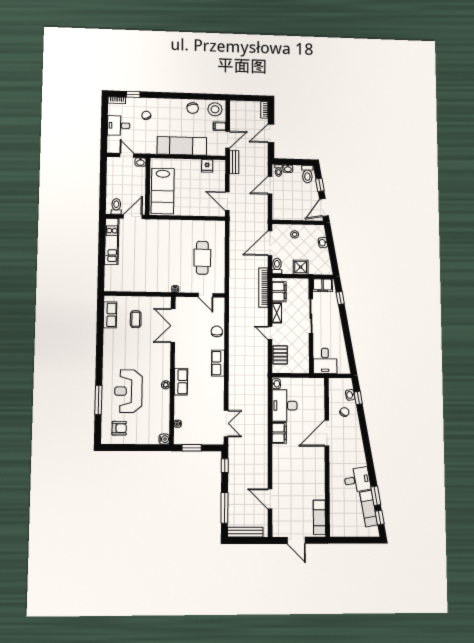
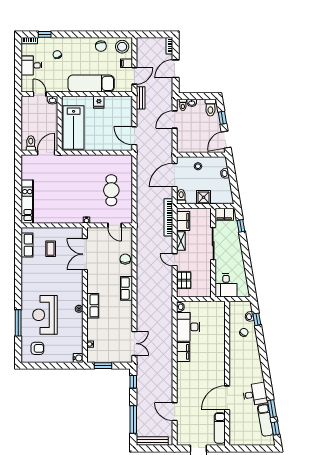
fridge: (207, 166) -> (99, 102), moved
kitchen unit: (112, 241) -> (27, 202), moved
door: (327, 433) -> (227, 398), moved

